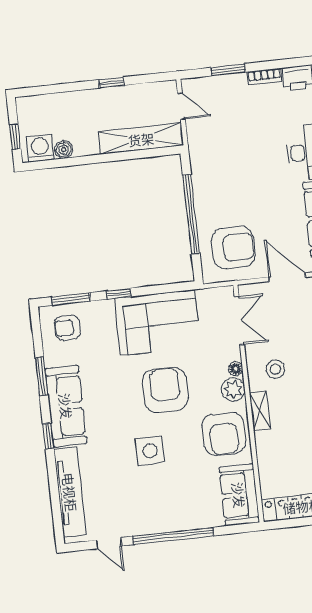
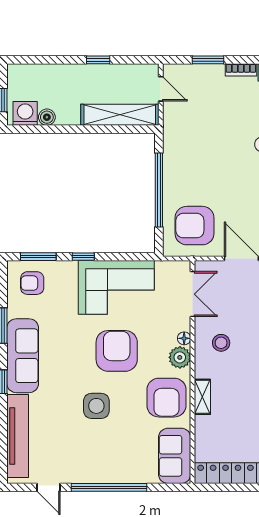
armchair: (233, 248) -> (195, 226), turned 180
shelving: (260, 411) -> (202, 397), moved

